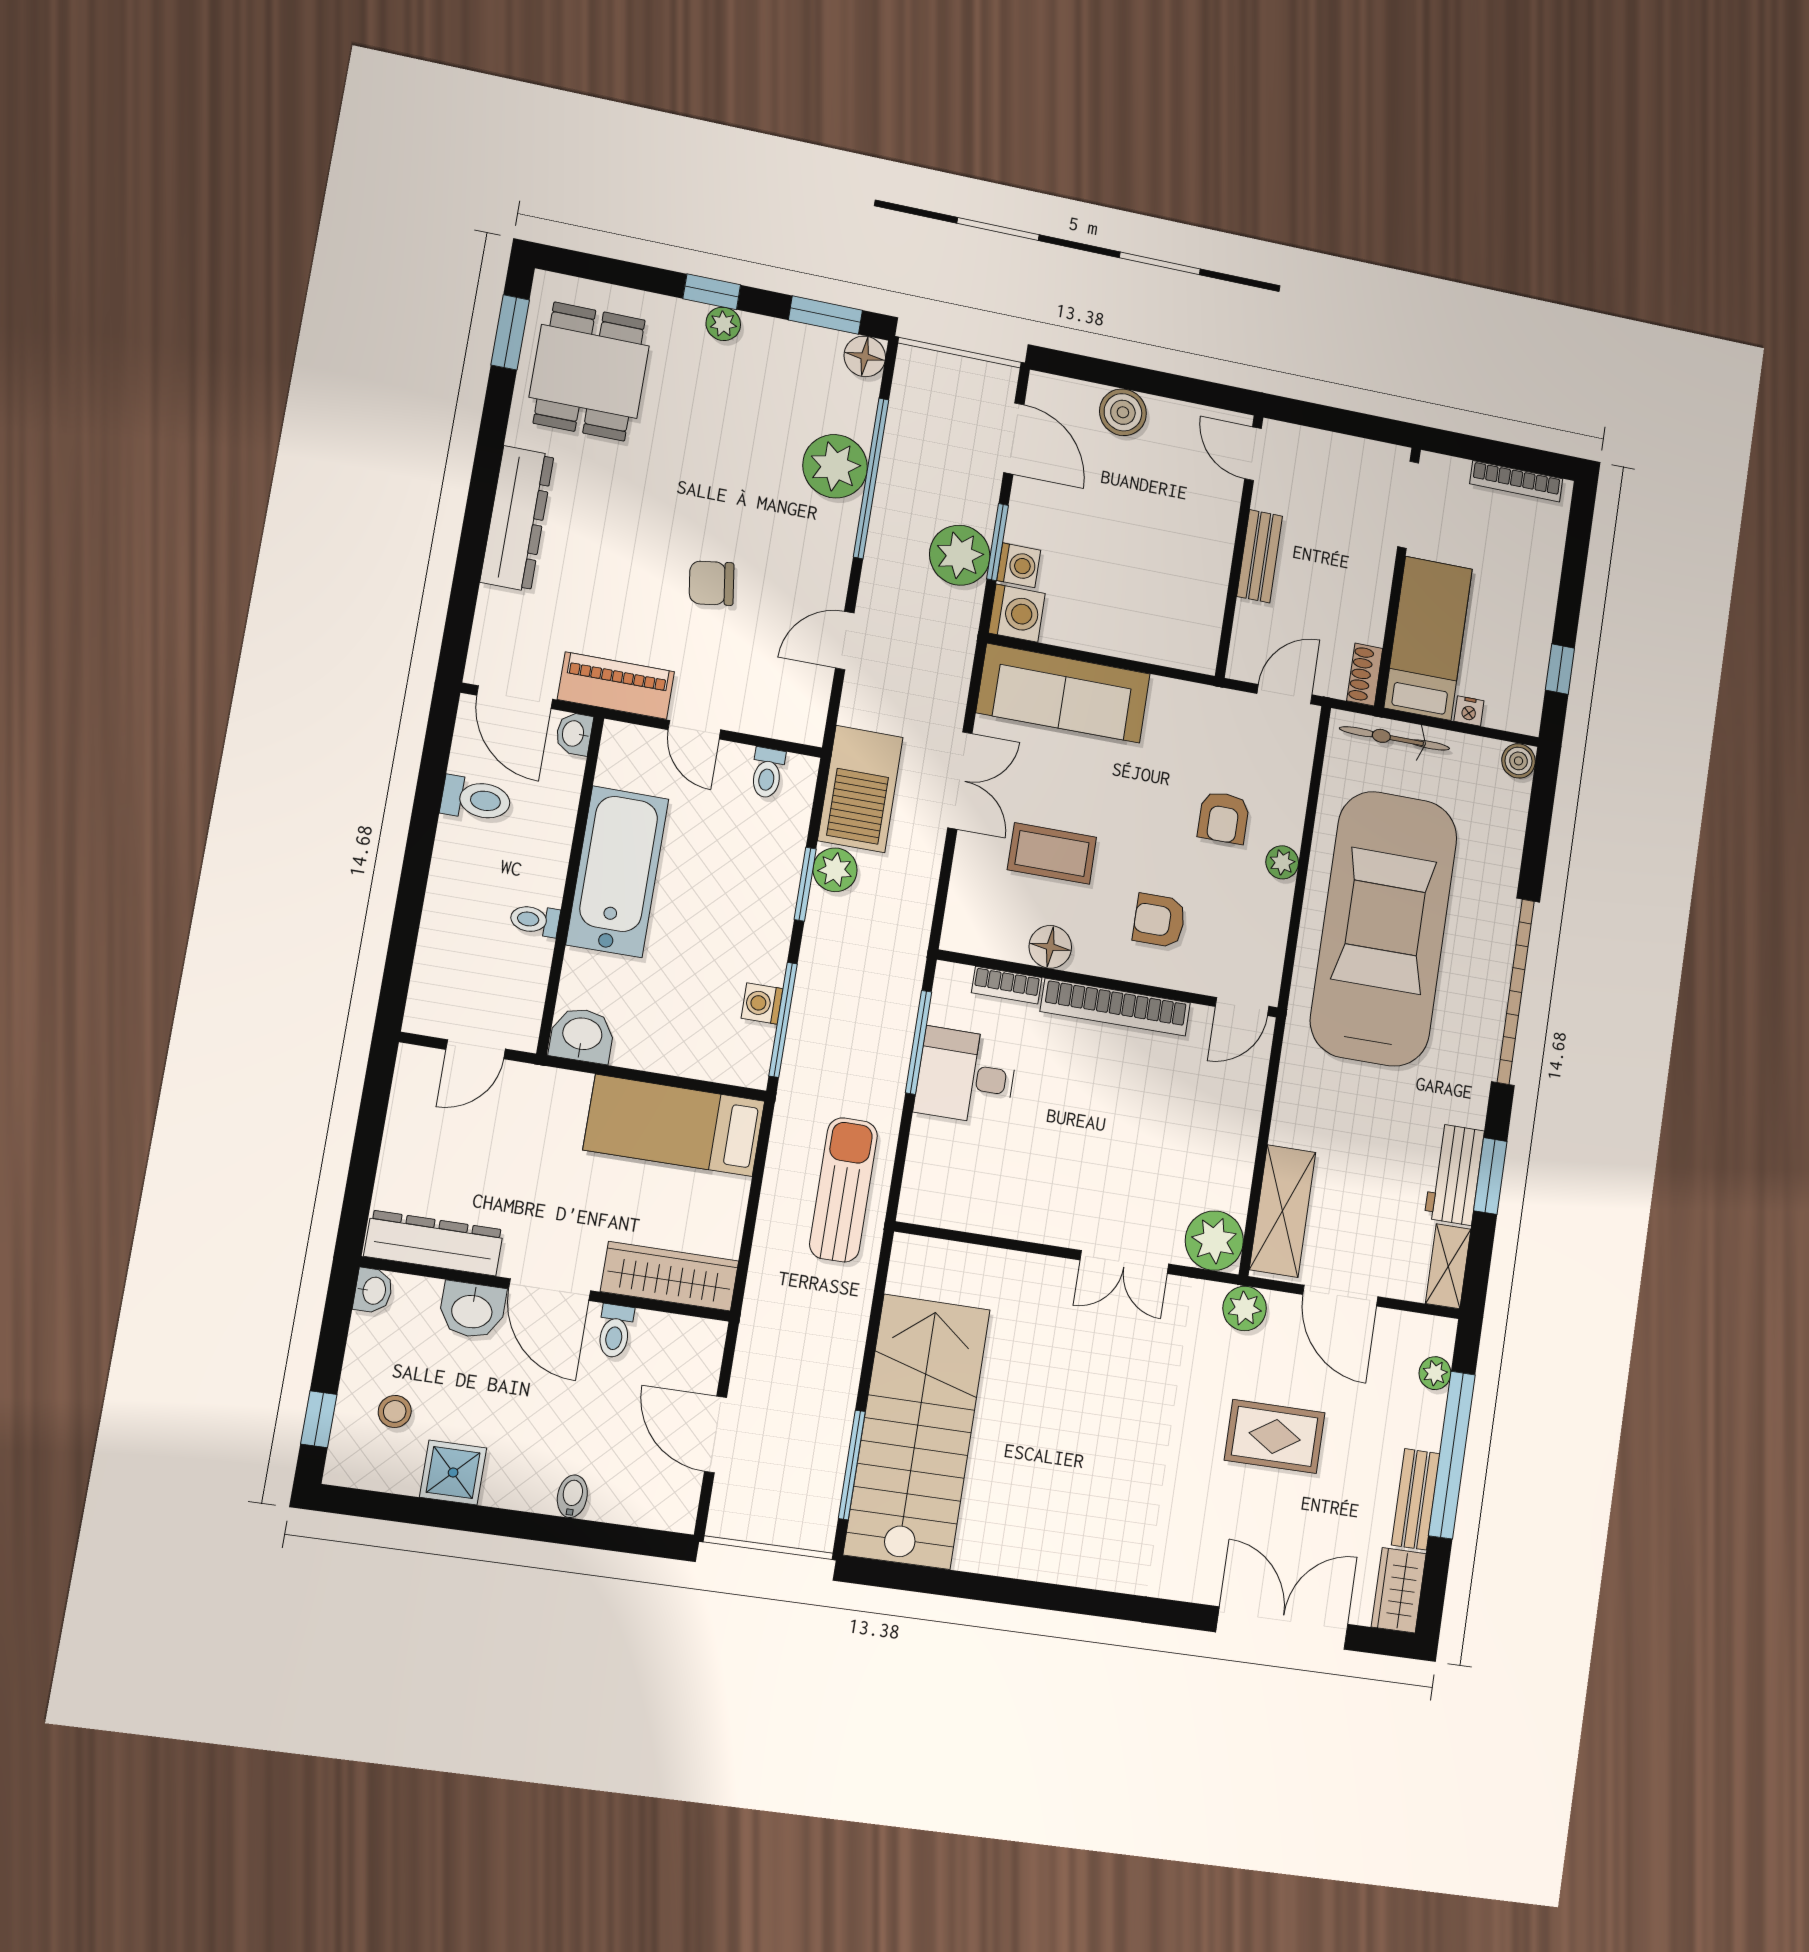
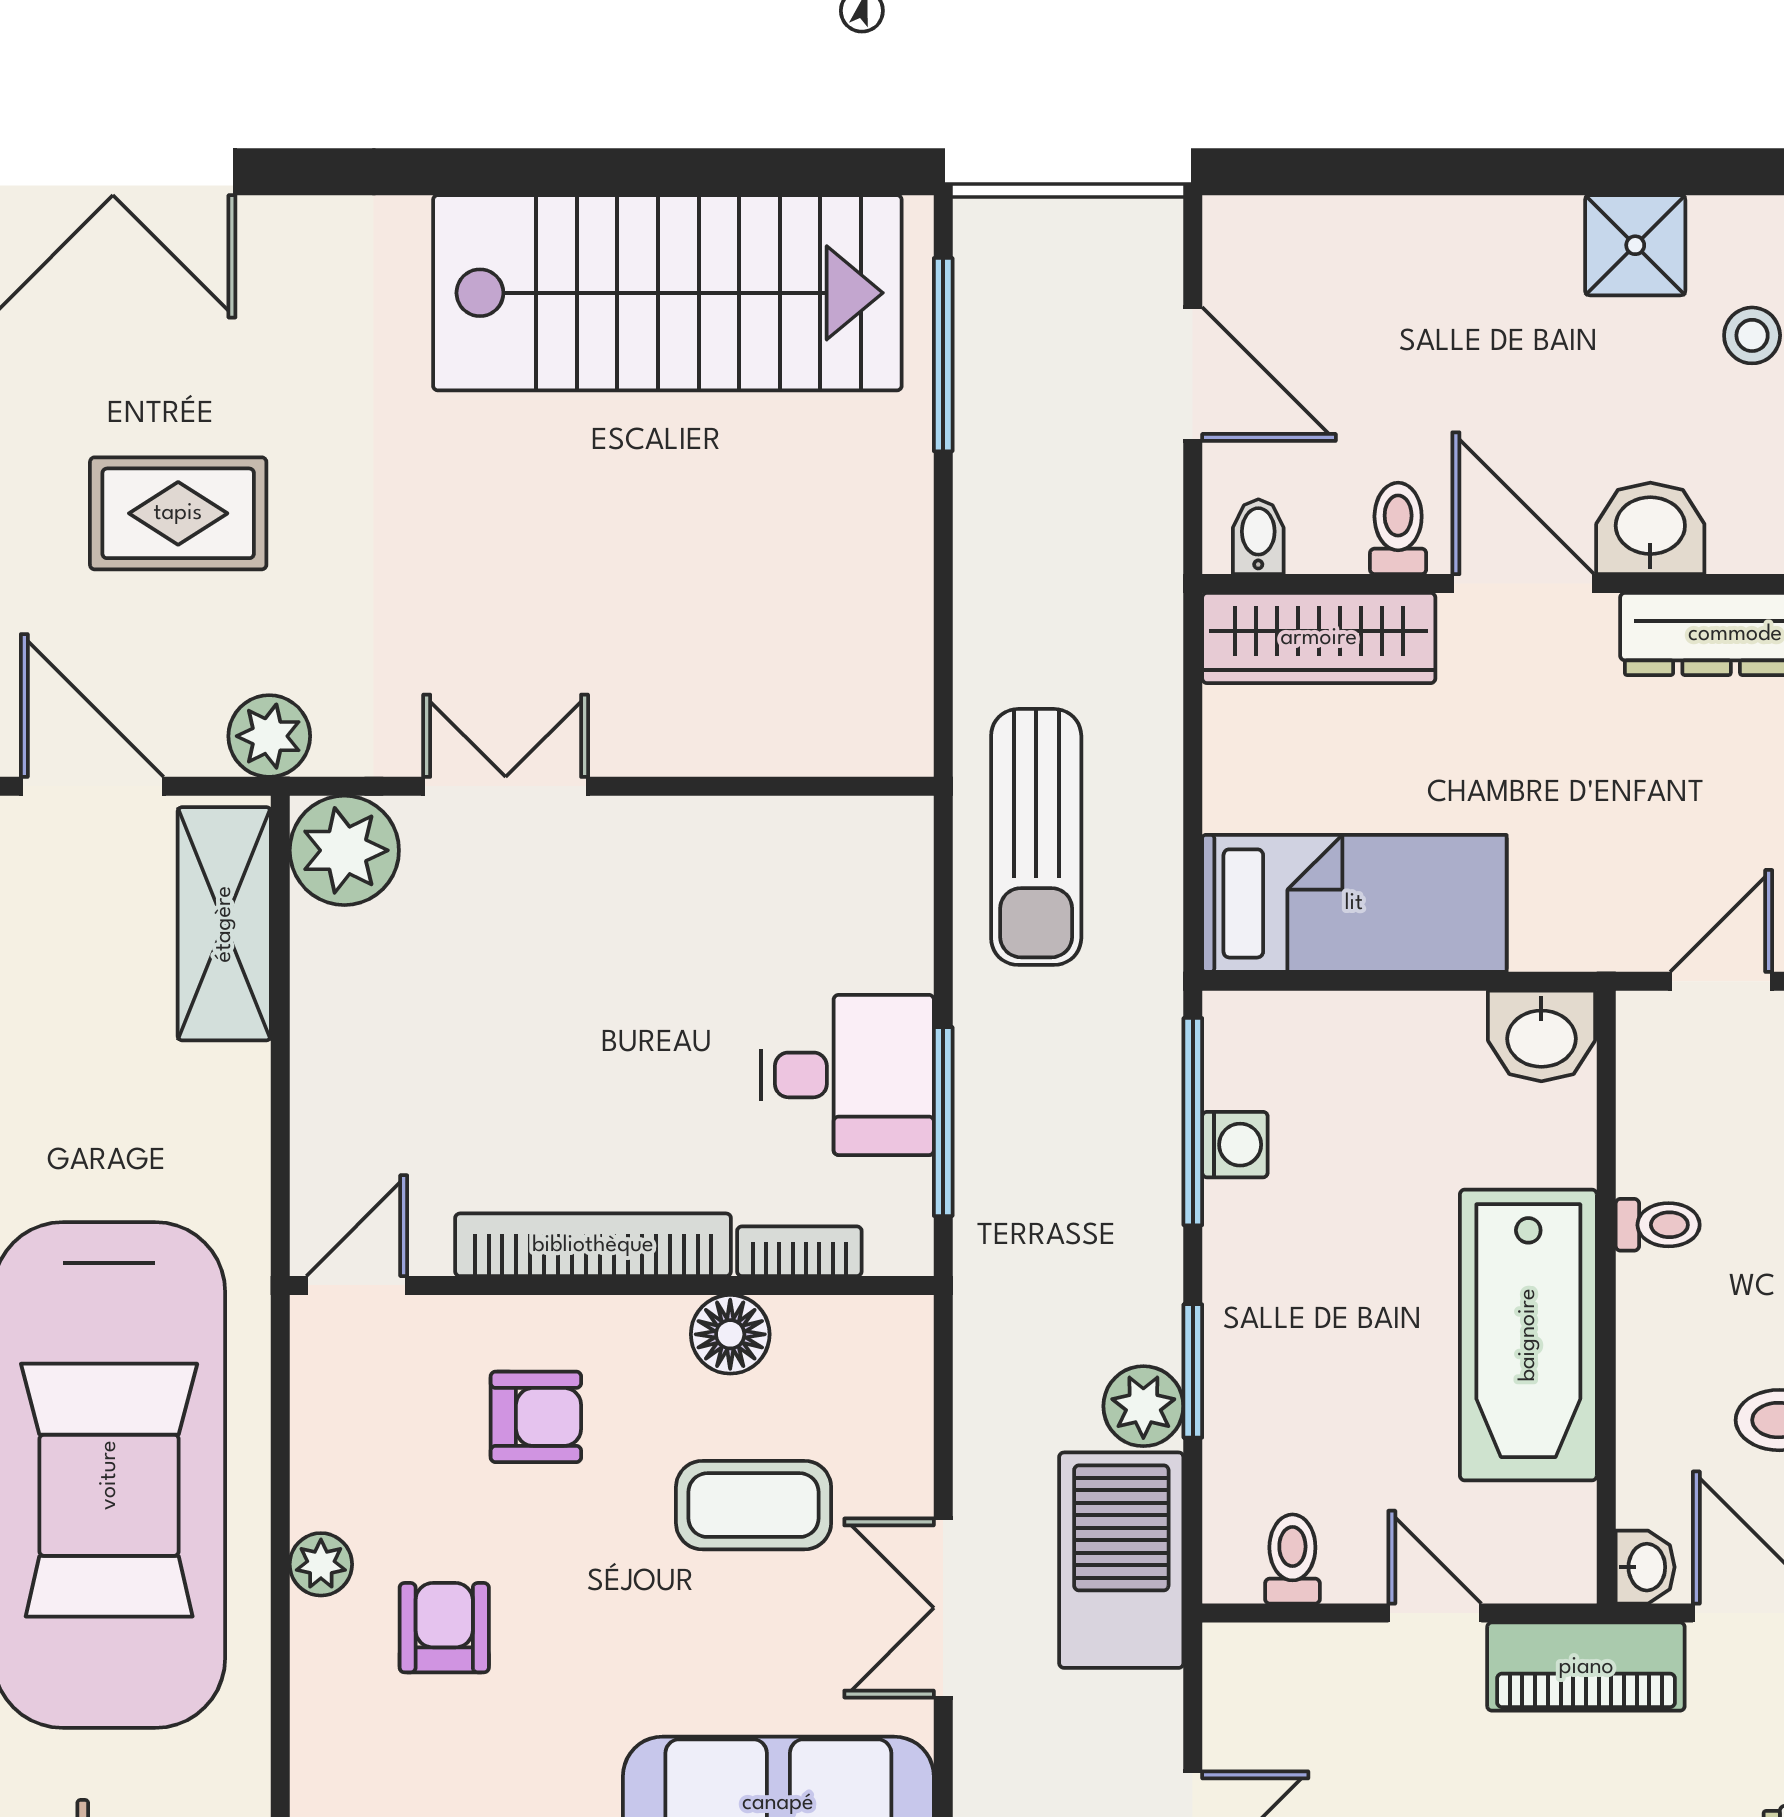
stairs: (917, 1432) -> (667, 293), moved, turned -90
bidet: (572, 1496) -> (1258, 537), moved, turned 180

